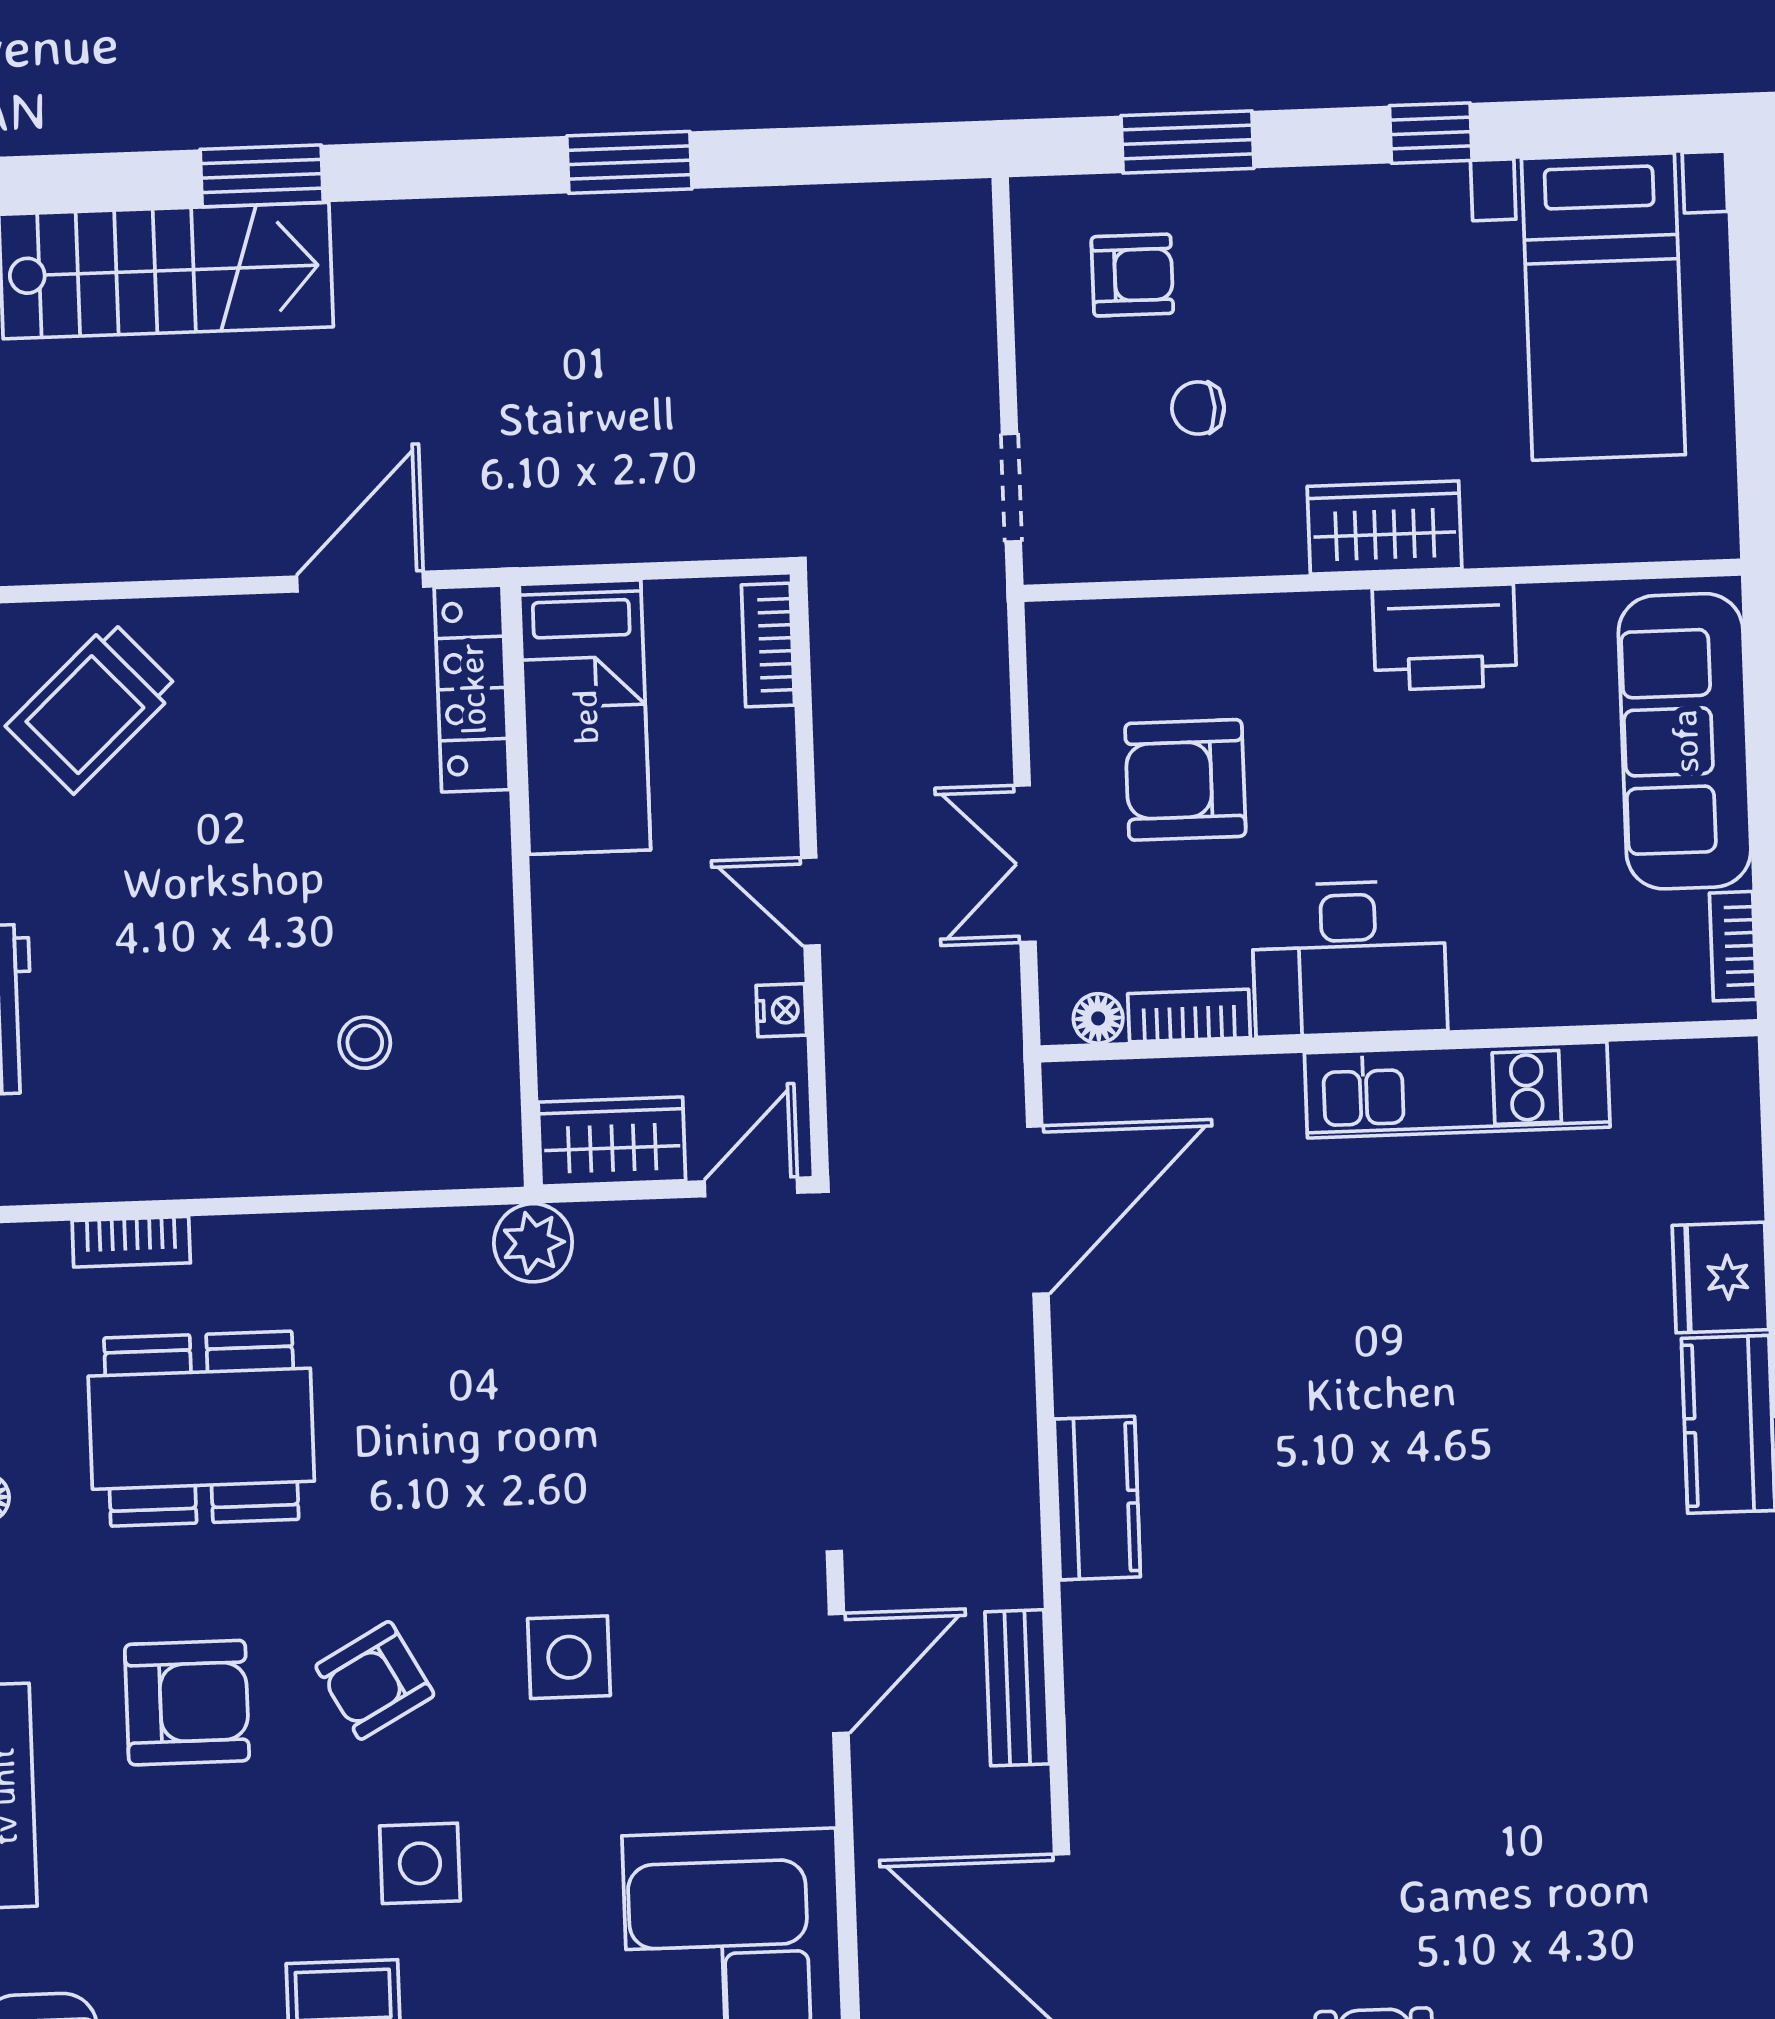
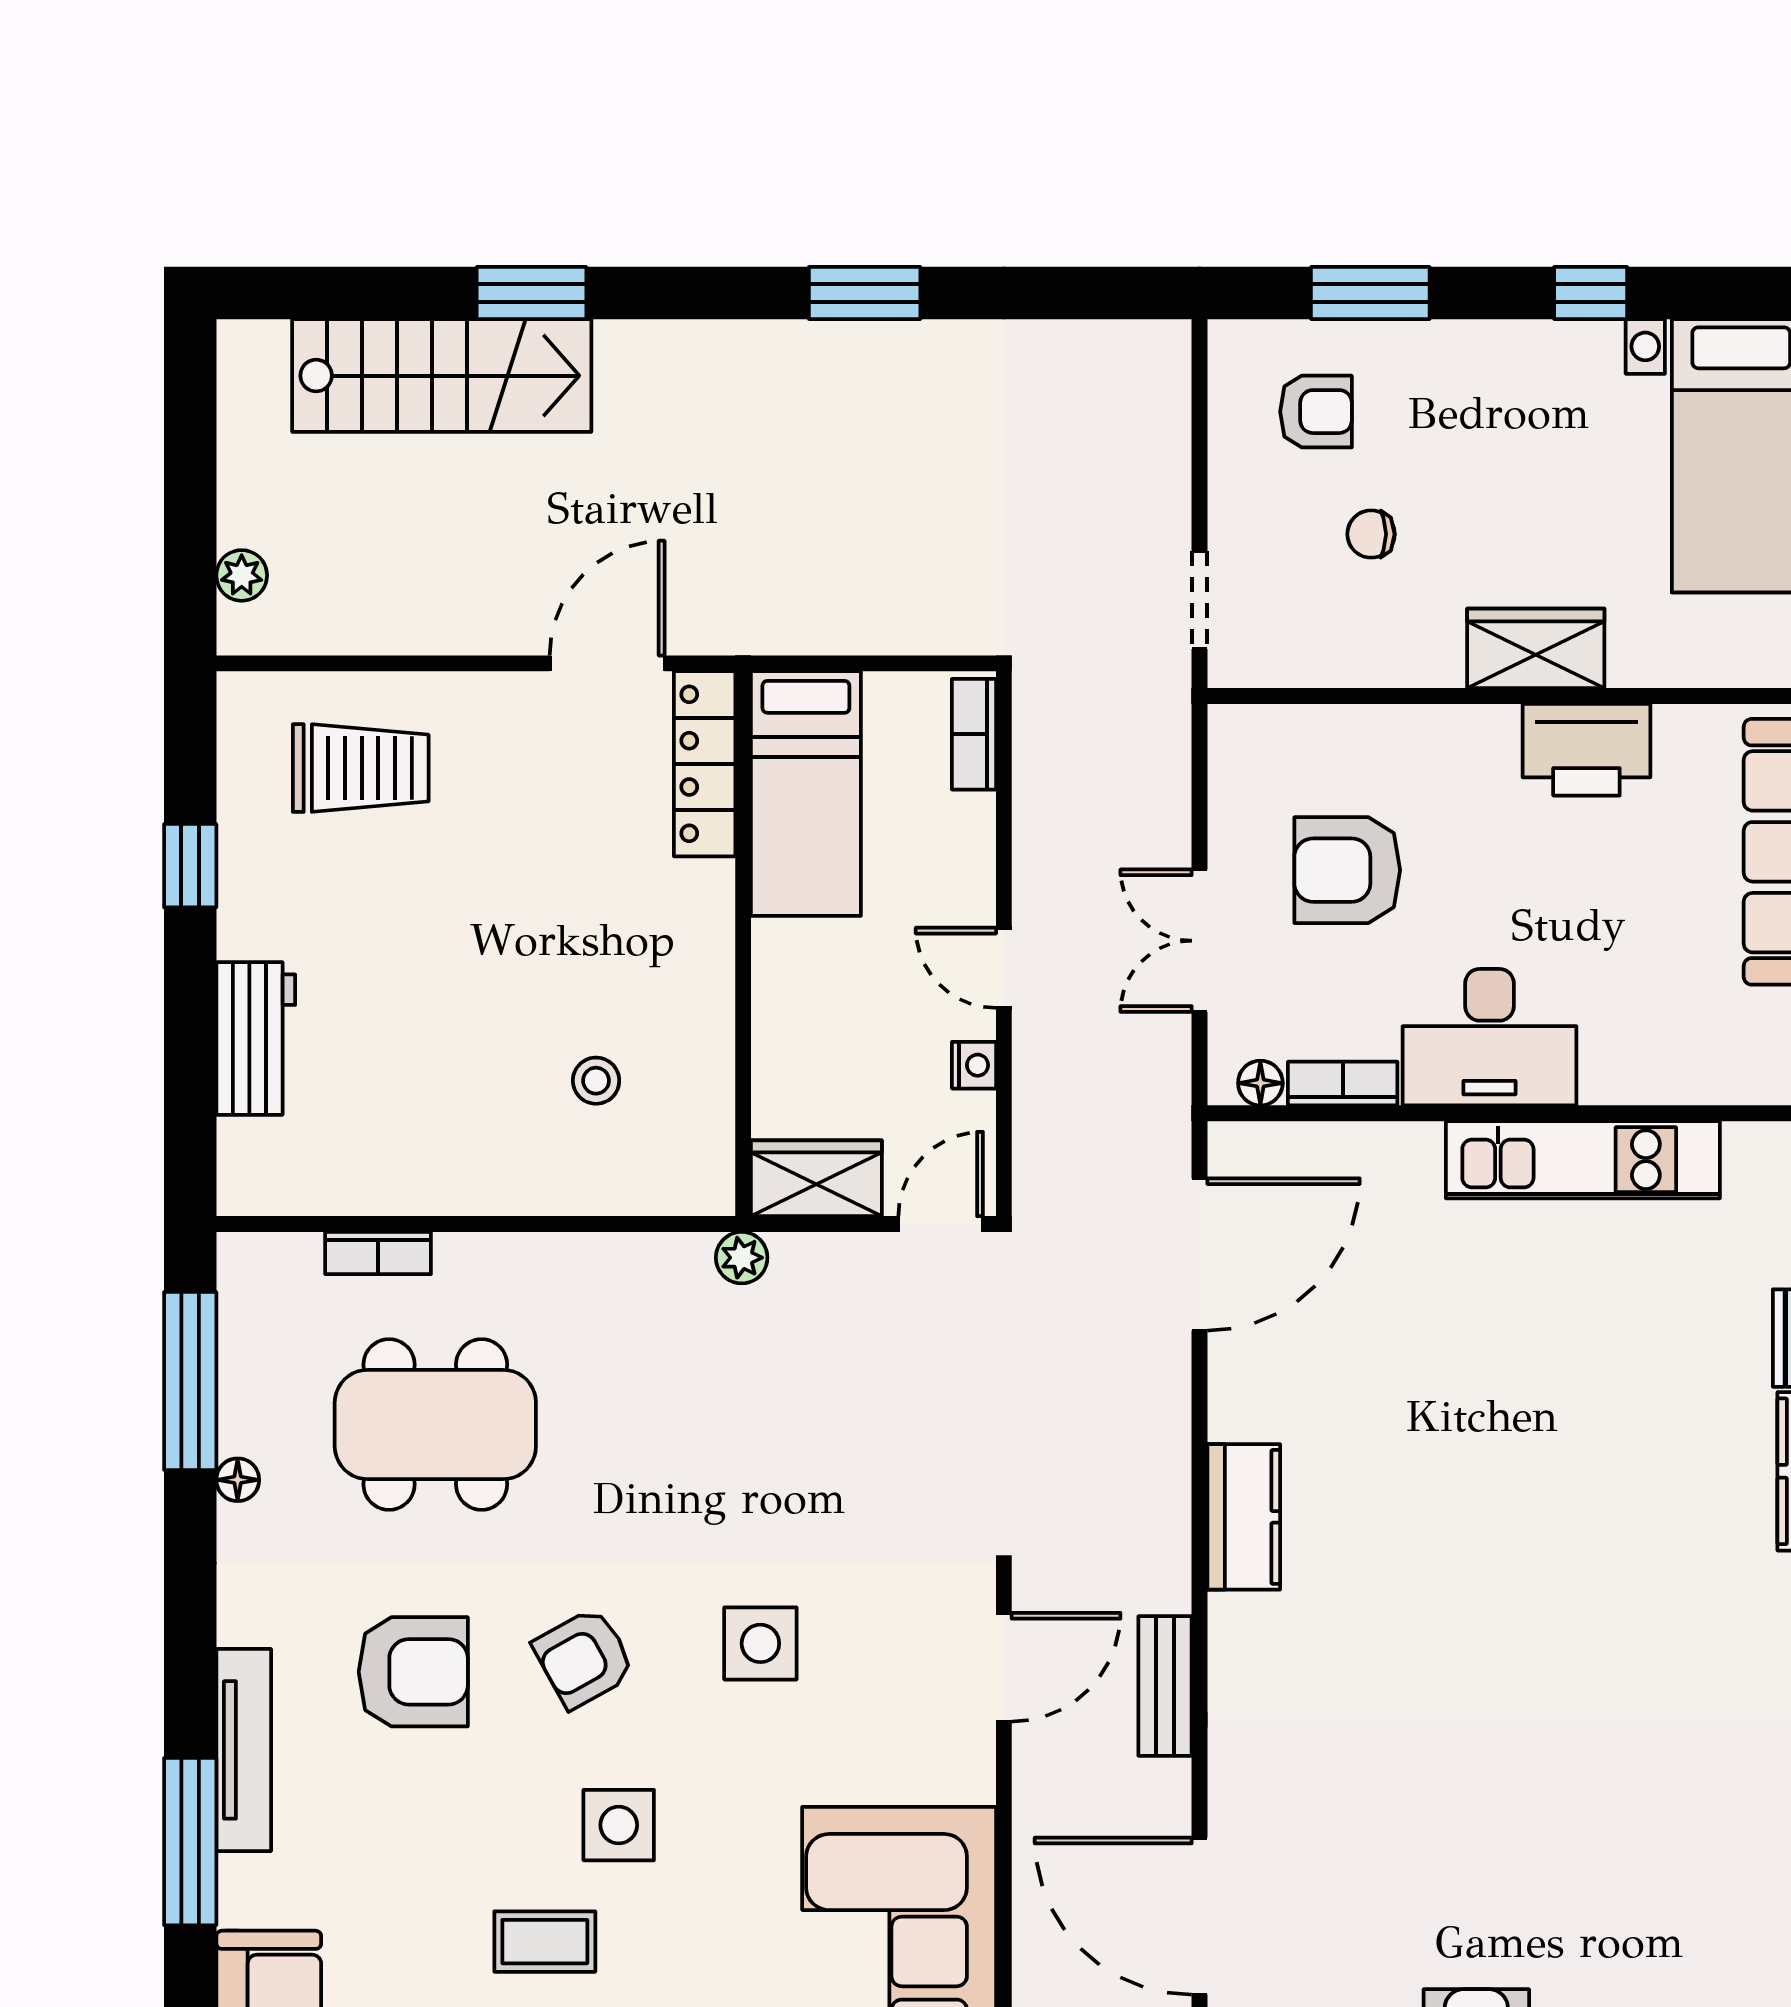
trolley: (92, 707) -> (361, 768), turned -137
plant: (533, 1243) -> (742, 1258), width x0.73, depth x0.73

